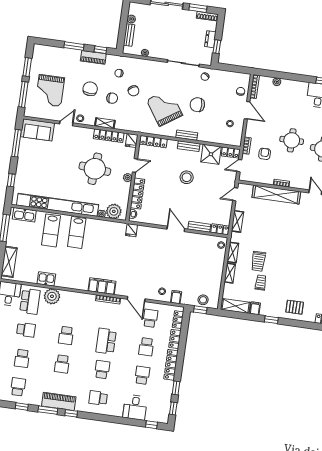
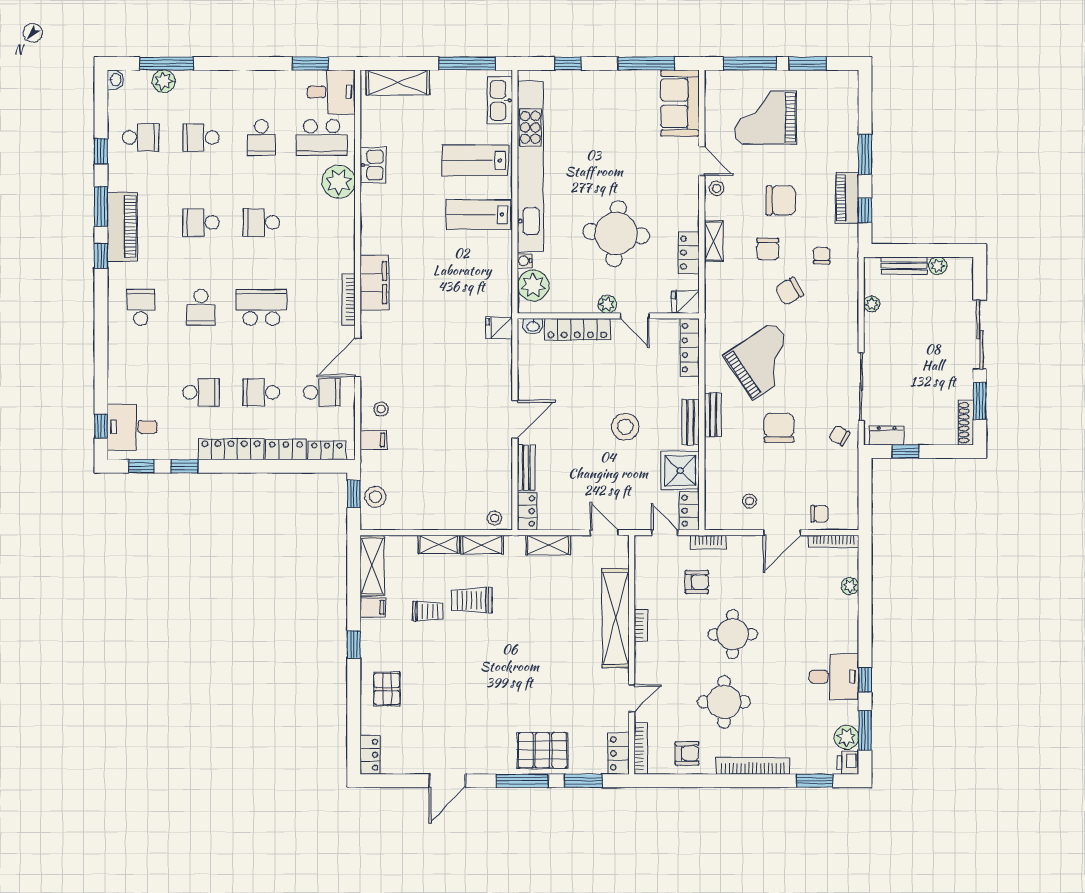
dresser: (210, 39) -> (887, 435), moved
locker: (109, 136) -> (689, 253), width x0.66
school desk: (102, 370) -> (201, 307), turned 90
desk: (135, 407) -> (132, 427), moved

